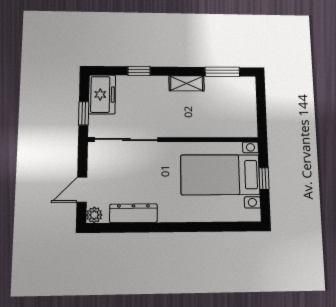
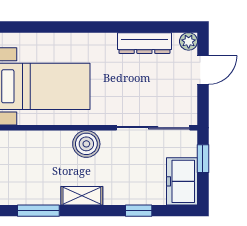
boiler: (183, 126) -> (86, 144), added

